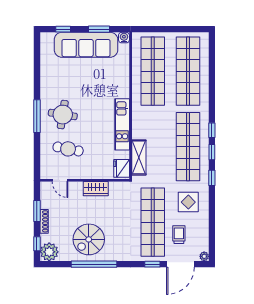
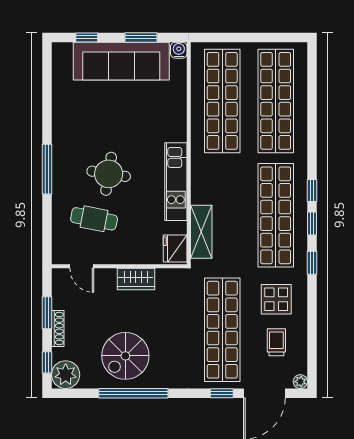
round table: (63, 115) -> (109, 174), moved
trolley: (179, 235) -> (276, 342), moved

